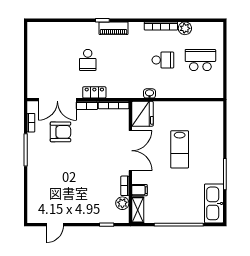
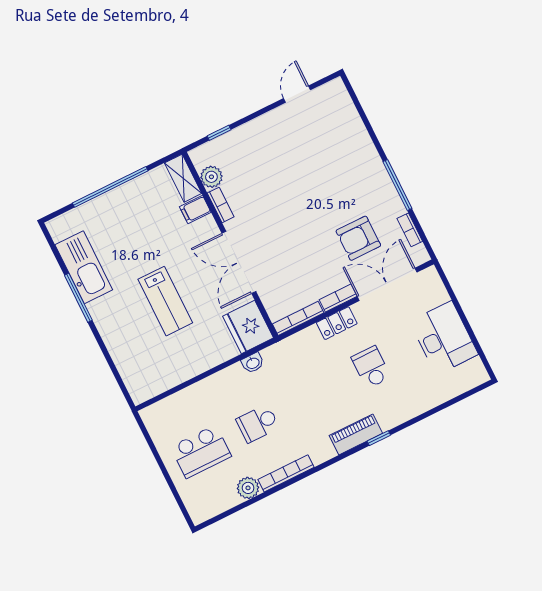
desk: (41, 56) -> (444, 338), added
lab bench: (180, 149) -> (165, 301), turned 180
kitchen sink: (214, 203) -> (84, 267), moved

